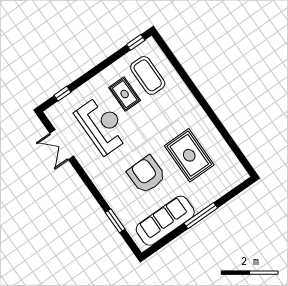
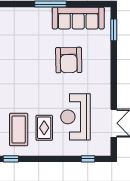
rug: (189, 155) -> (29, 52), removed
window: (115, 221) -> (114, 30), moved

